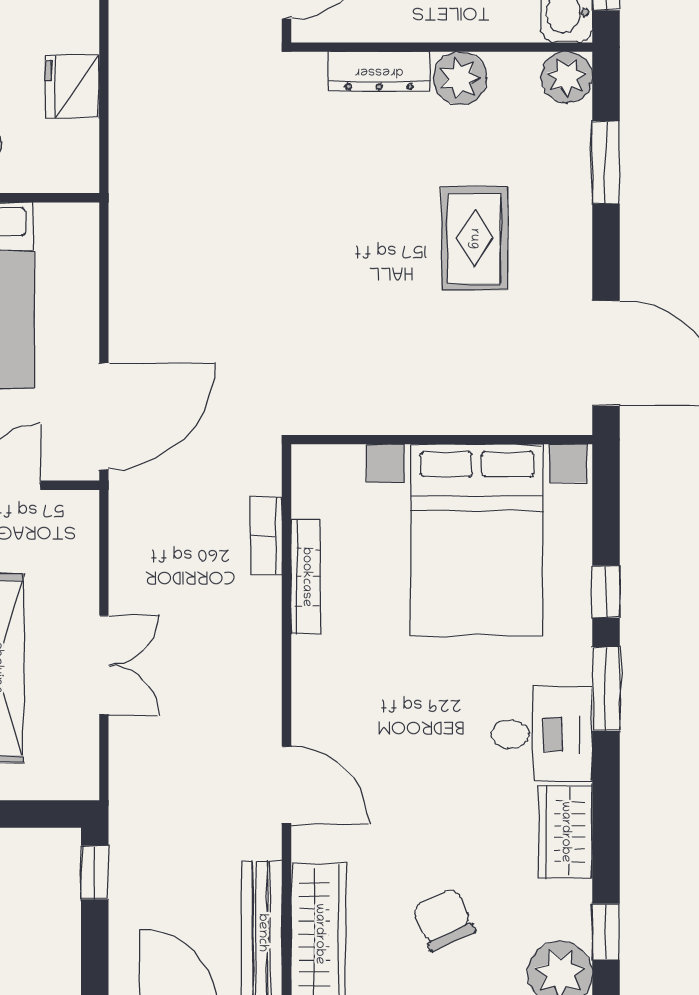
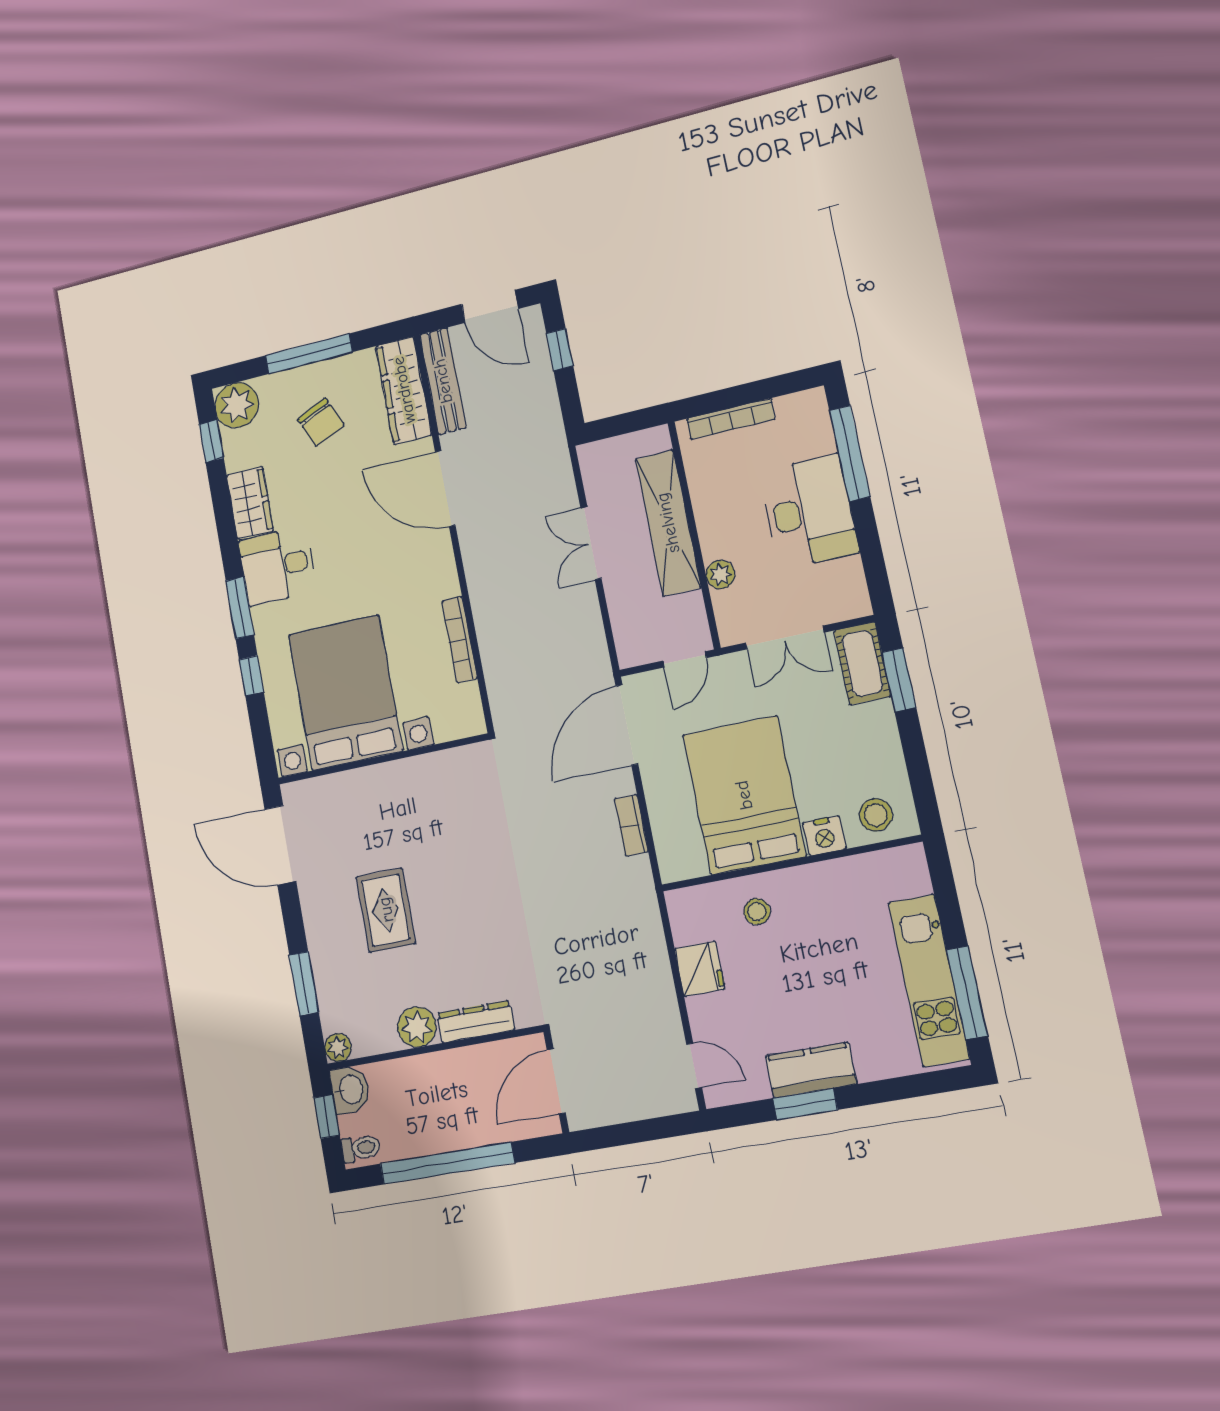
plant: (567, 77) -> (338, 1047), width x0.73, depth x0.73
bookcase: (267, 536) -> (631, 825), moved, turned 180
door: (286, 785) -> (445, 489), width x1.36
window: (95, 873) -> (560, 350), moved

